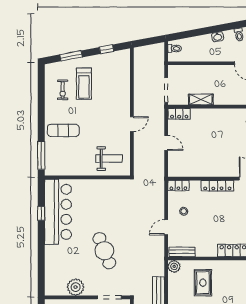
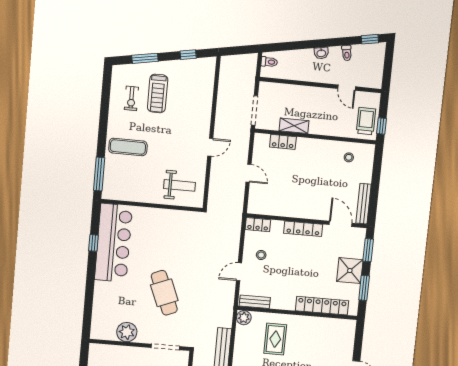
locker: (179, 114) -> (283, 142), moved

